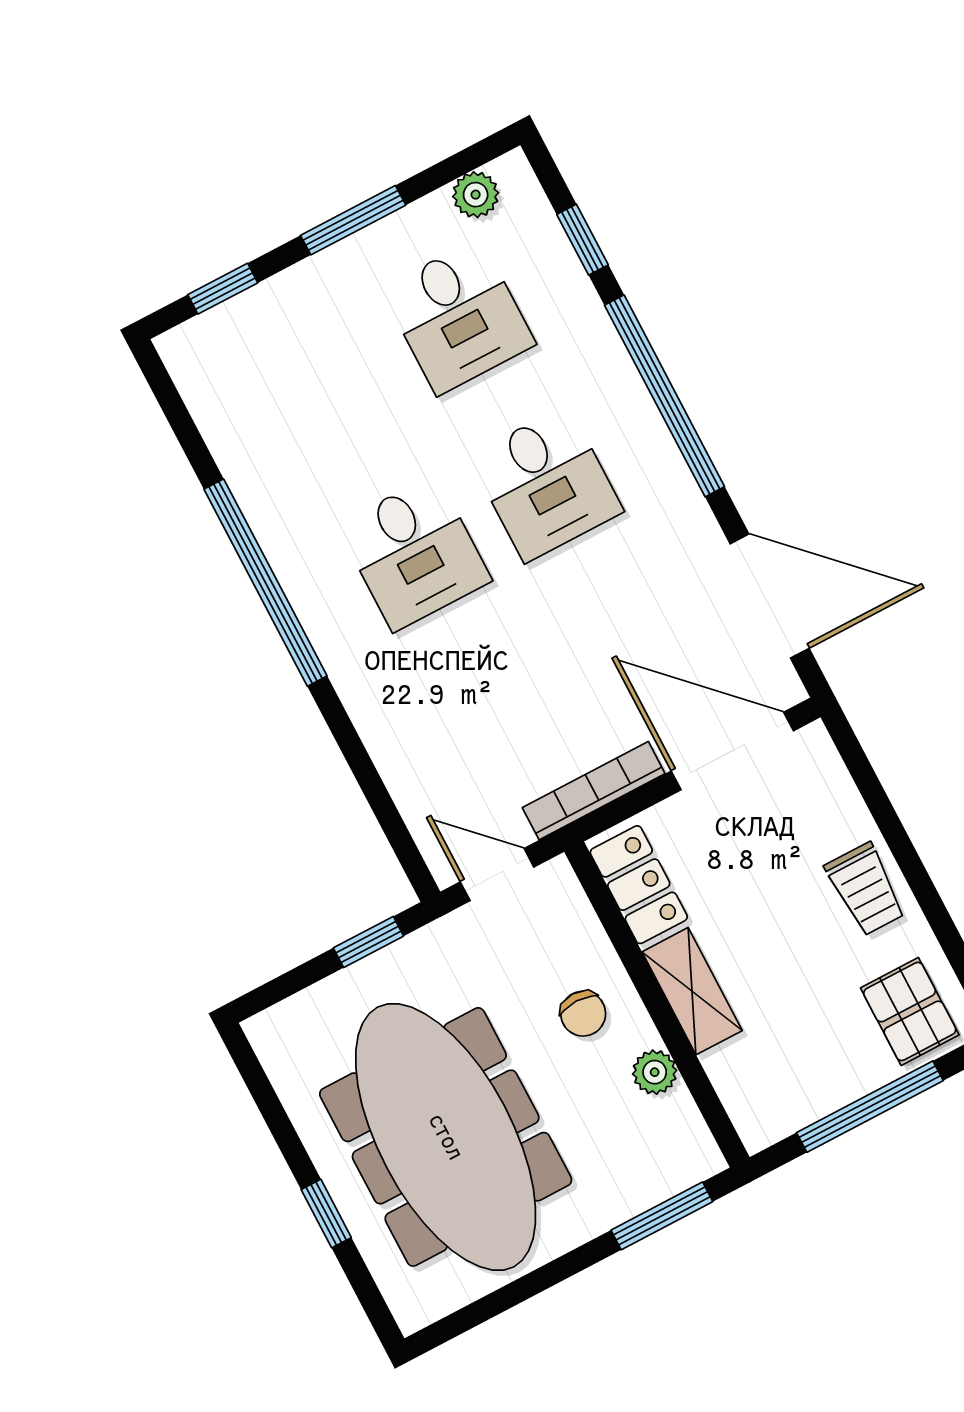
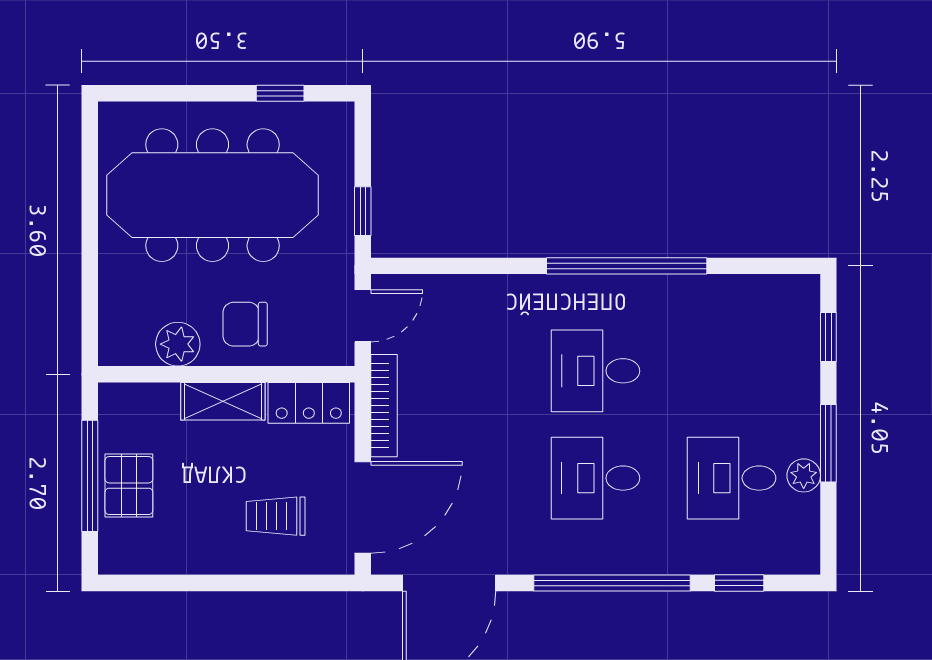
plant: (476, 195) -> (804, 475), moved
trolley: (866, 889) -> (276, 516), moved
pallet: (910, 1011) -> (129, 486), moved, turned 90
chair: (583, 1014) -> (245, 324), width x1.37, depth x1.37
plant: (655, 1072) -> (178, 344), width x1.38, depth x1.38
window: (326, 1214) -> (280, 93), moved
window: (662, 1216) -> (90, 307), removed

